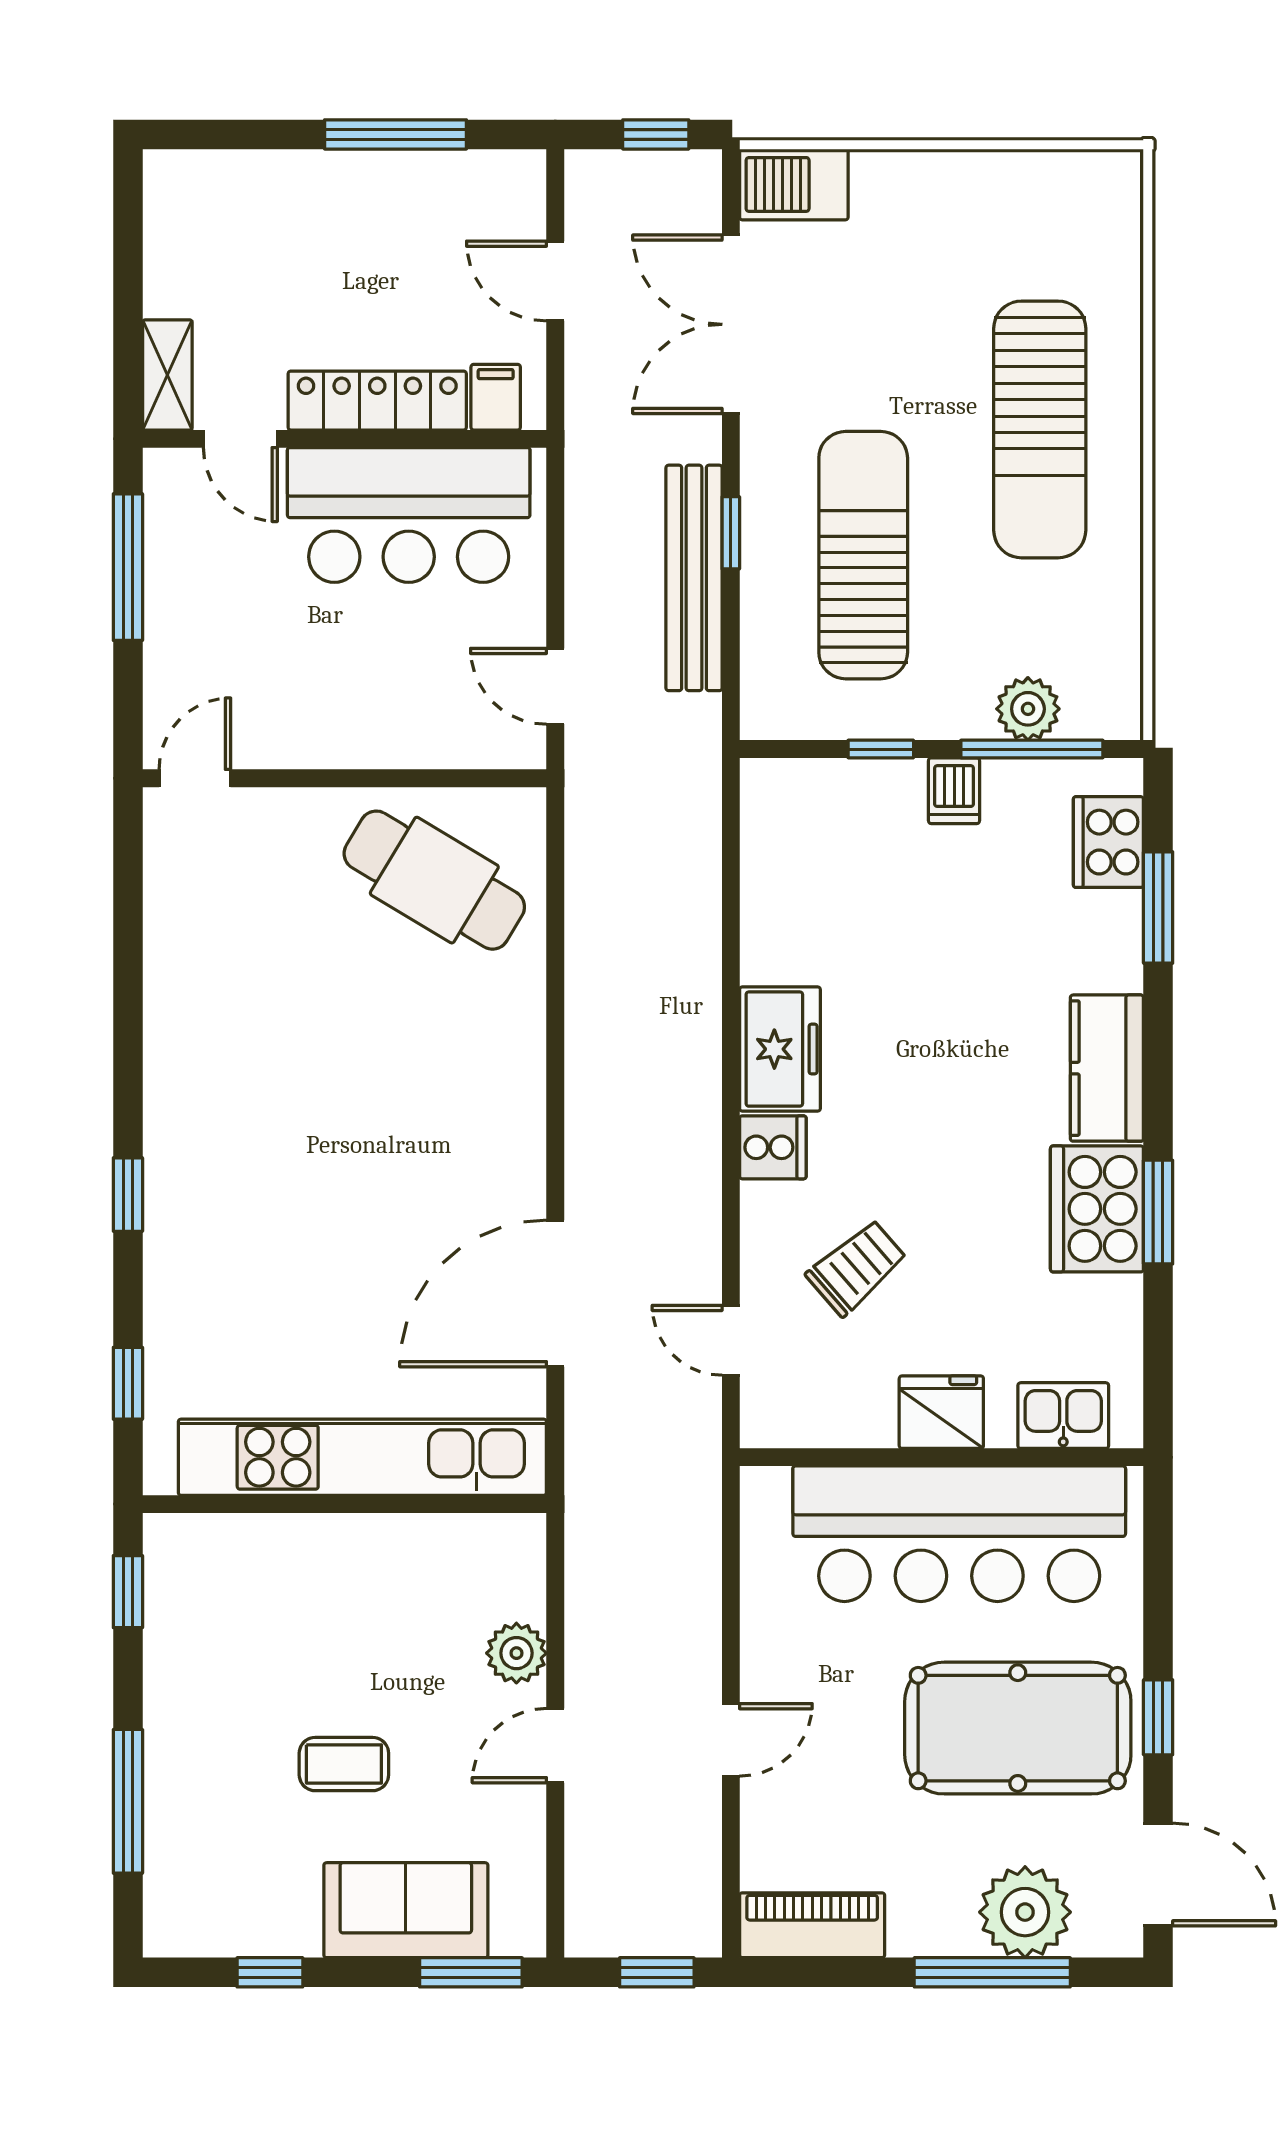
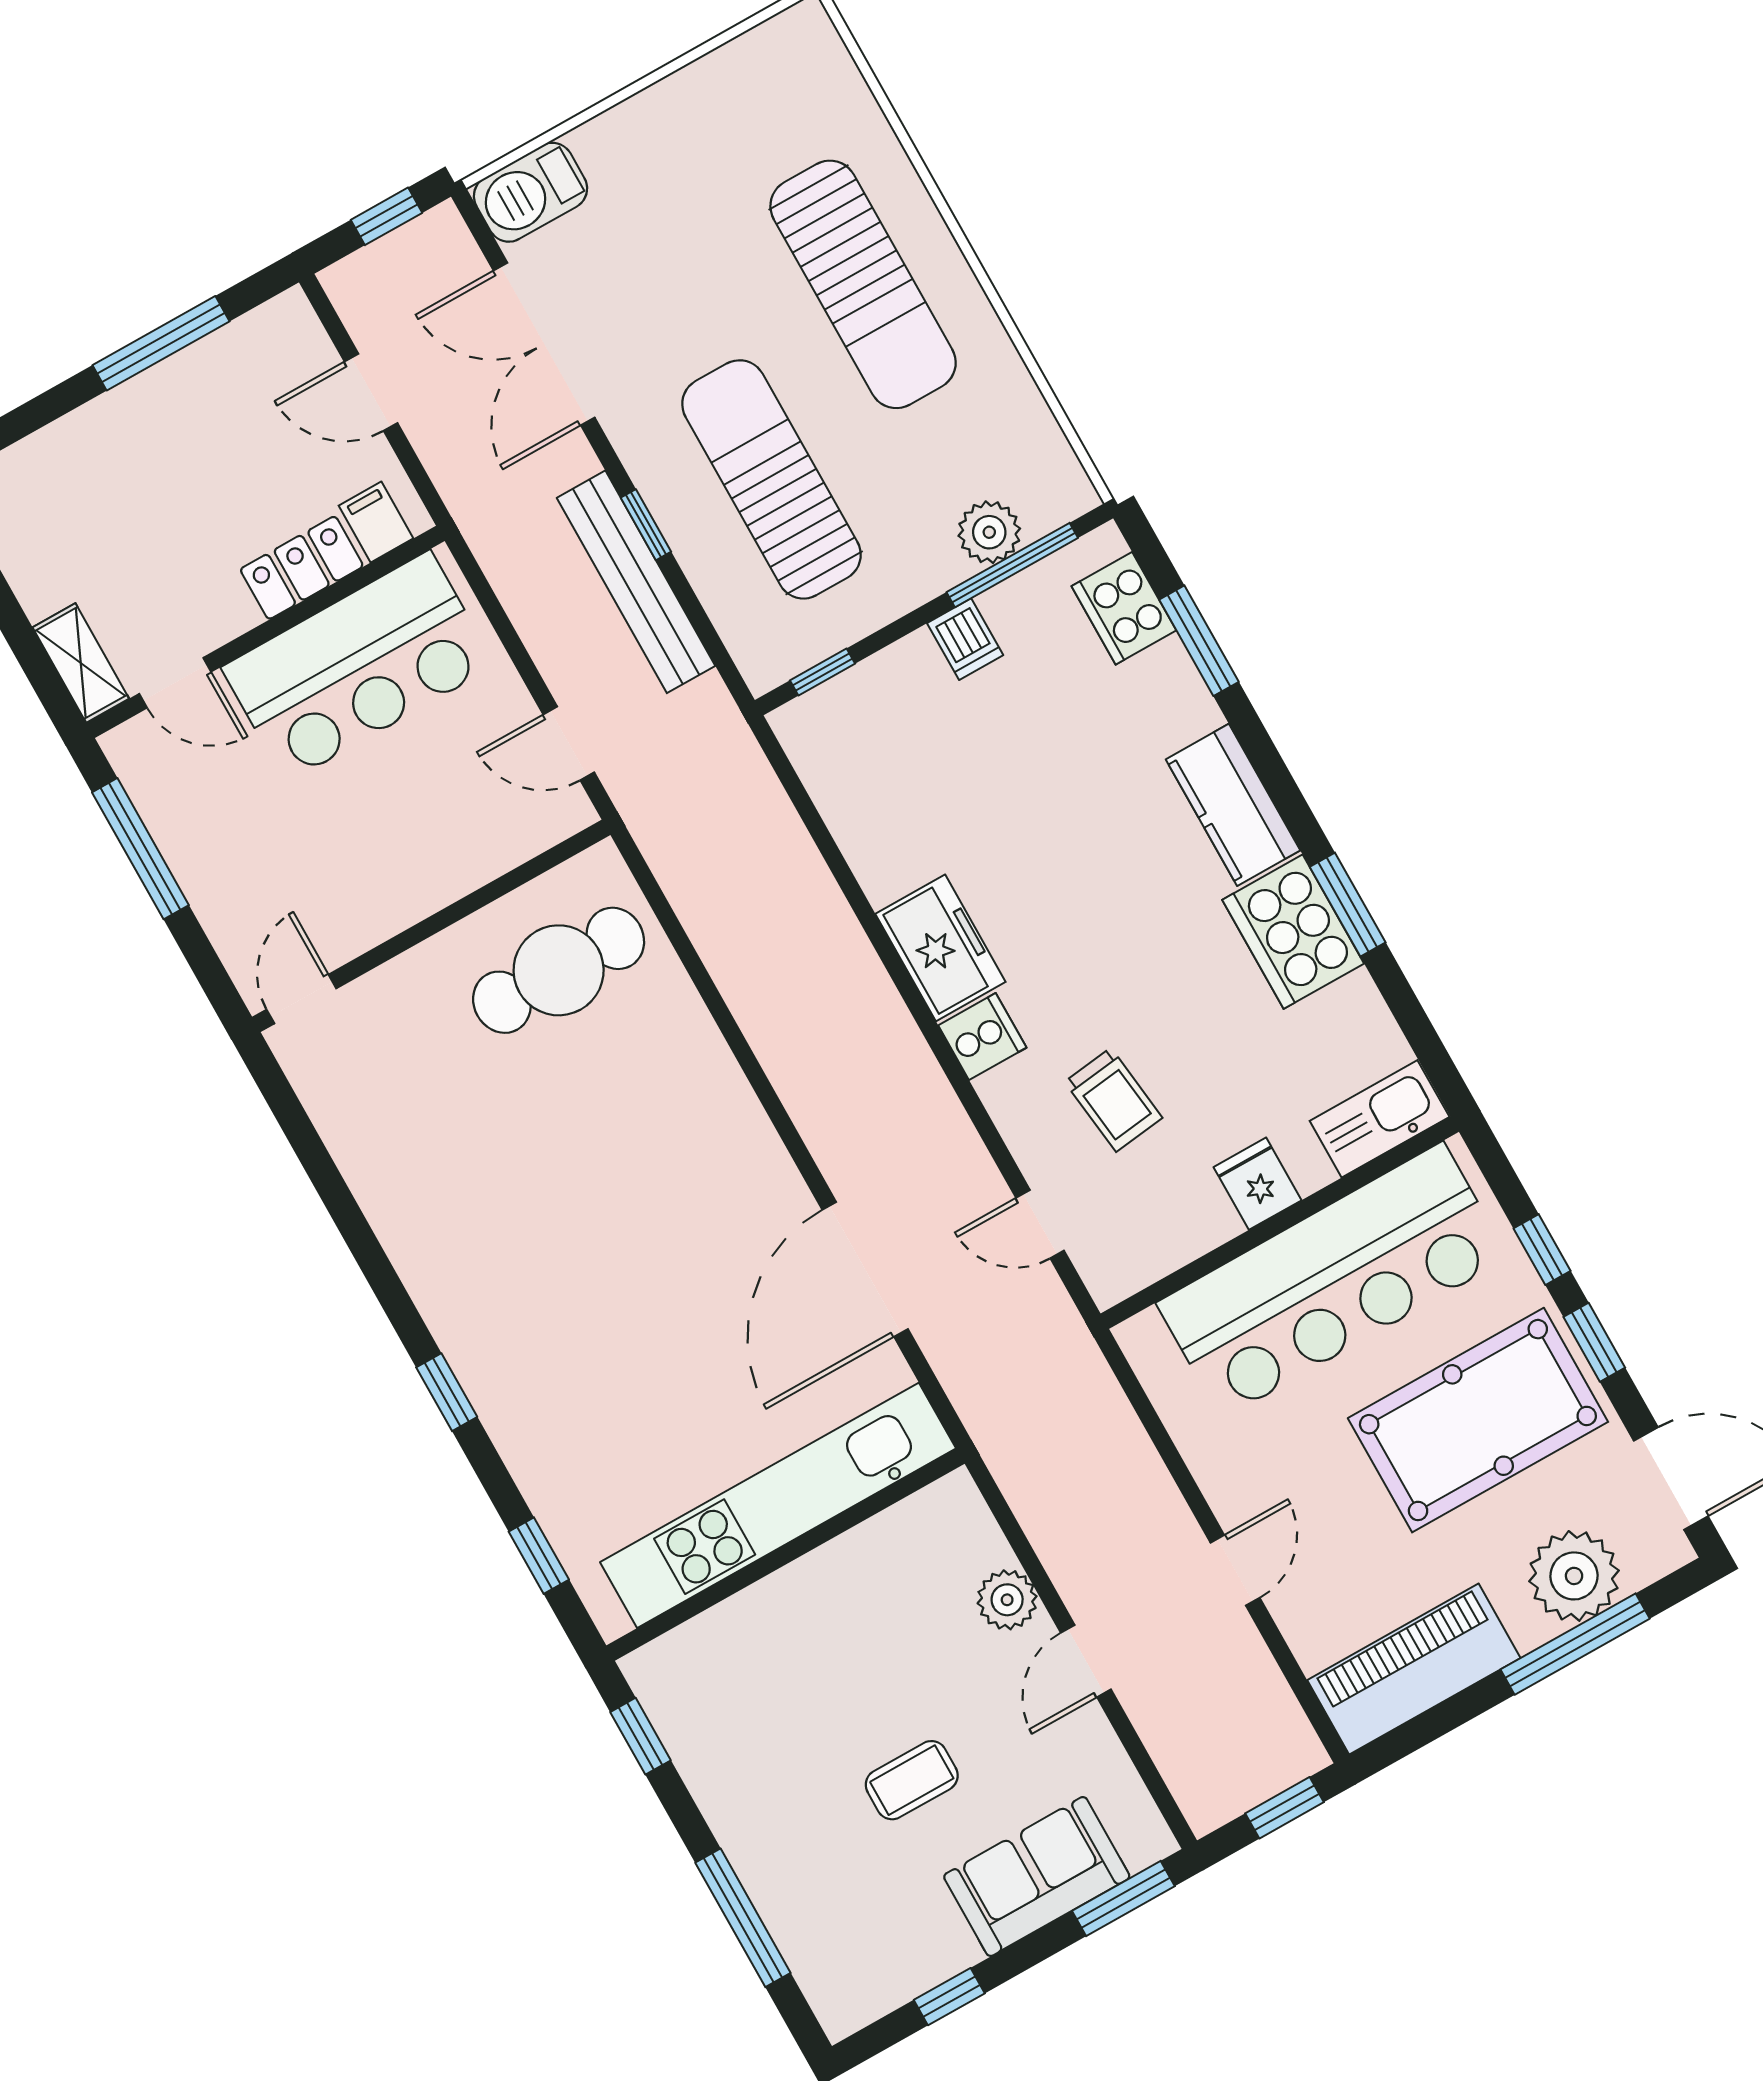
locker: (377, 401) -> (302, 568), width x0.66
window: (881, 749) -> (822, 672), moved
cafe table: (434, 880) -> (559, 970), turned -31
trolley: (857, 1267) -> (1113, 1100), turned 124
fridge: (941, 1412) -> (1258, 1184), width x0.72
kitchen sink: (1063, 1416) -> (1380, 1119), width x1.38
window: (1158, 1610) -> (1542, 1250), added
piano: (812, 1925) -> (1414, 1669), width x1.37, depth x1.33

